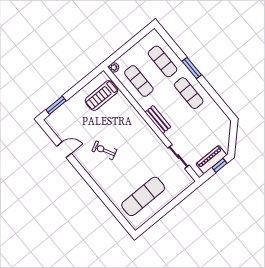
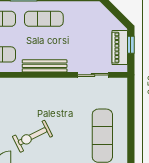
bench: (158, 120) -> (45, 66), width x1.36
exercise bike: (104, 150) -> (33, 136), width x1.38, depth x1.39

